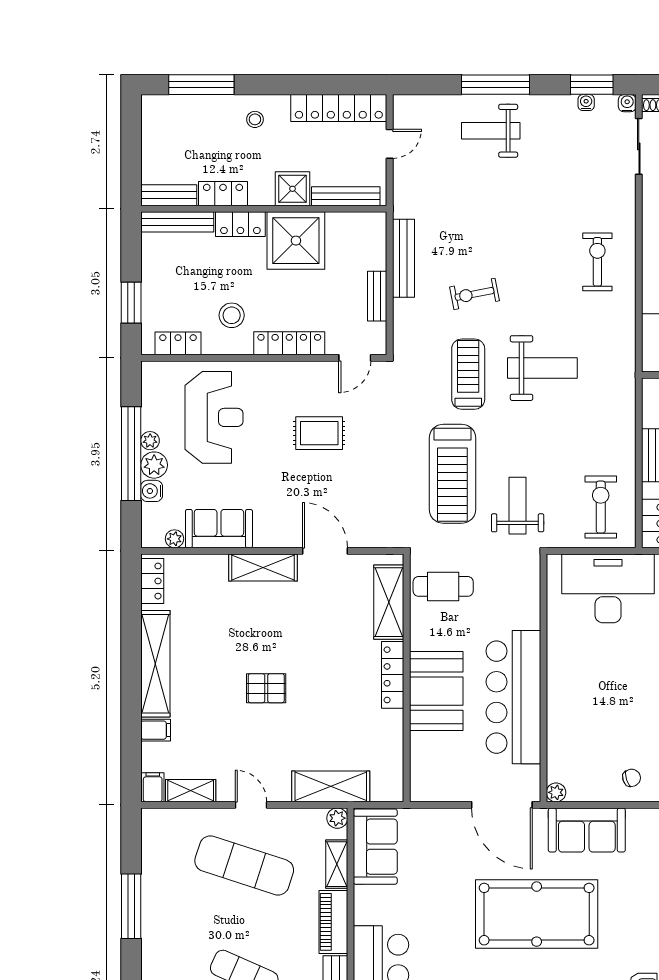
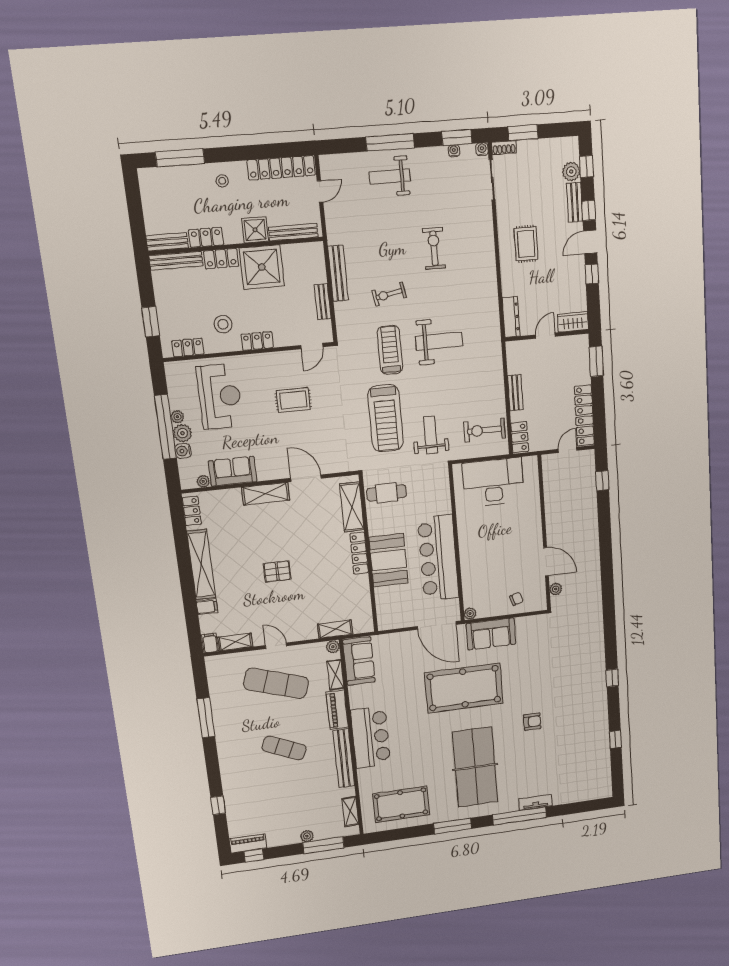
exercise bike: (597, 262) -> (434, 248), moved
locker: (289, 343) -> (257, 341), width x0.66
exercise bike: (601, 507) -> (485, 430), turned -90
shelving: (331, 786) -> (335, 629), width x0.67, depth x0.75

